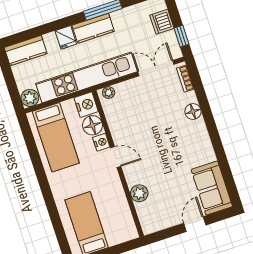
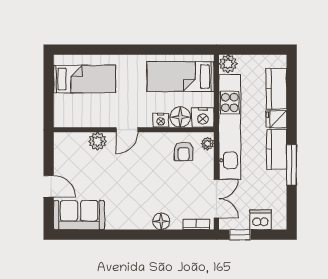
kitchen counter: (26, 51) -> (276, 89), moved
armchair: (123, 112) -> (184, 151), added
door: (116, 157) -> (127, 130), moved

